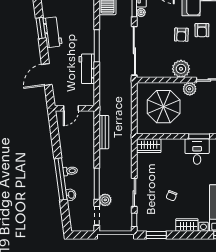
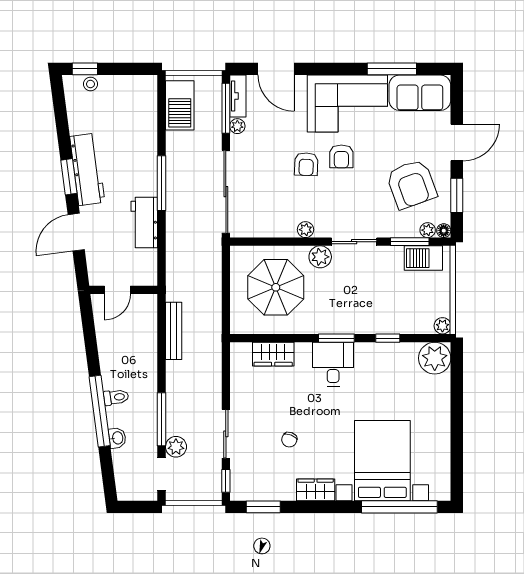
window: (41, 28) -> (69, 177), moved
workbench: (53, 32) -> (87, 169), width x1.38
plant: (181, 69) -> (305, 230), width x0.53, depth x0.53
wardrobe: (149, 146) -> (273, 354), moved

